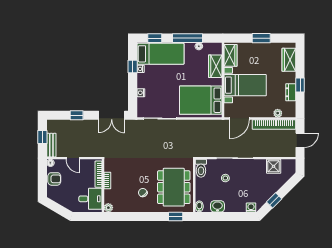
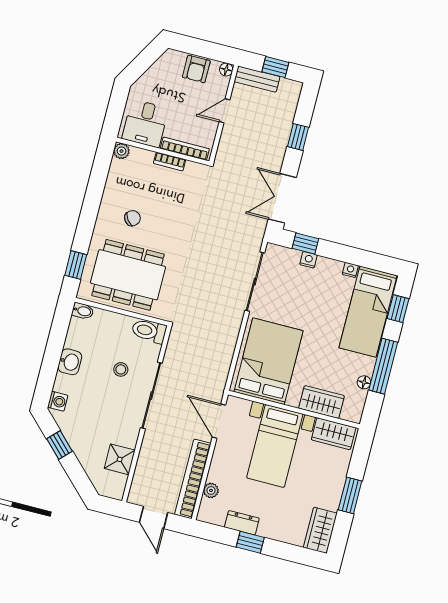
wardrobe: (289, 60) -> (320, 530), moved, turned -90
window: (133, 67) -> (305, 244), moved
washbasin: (218, 206) -> (70, 362), moved

